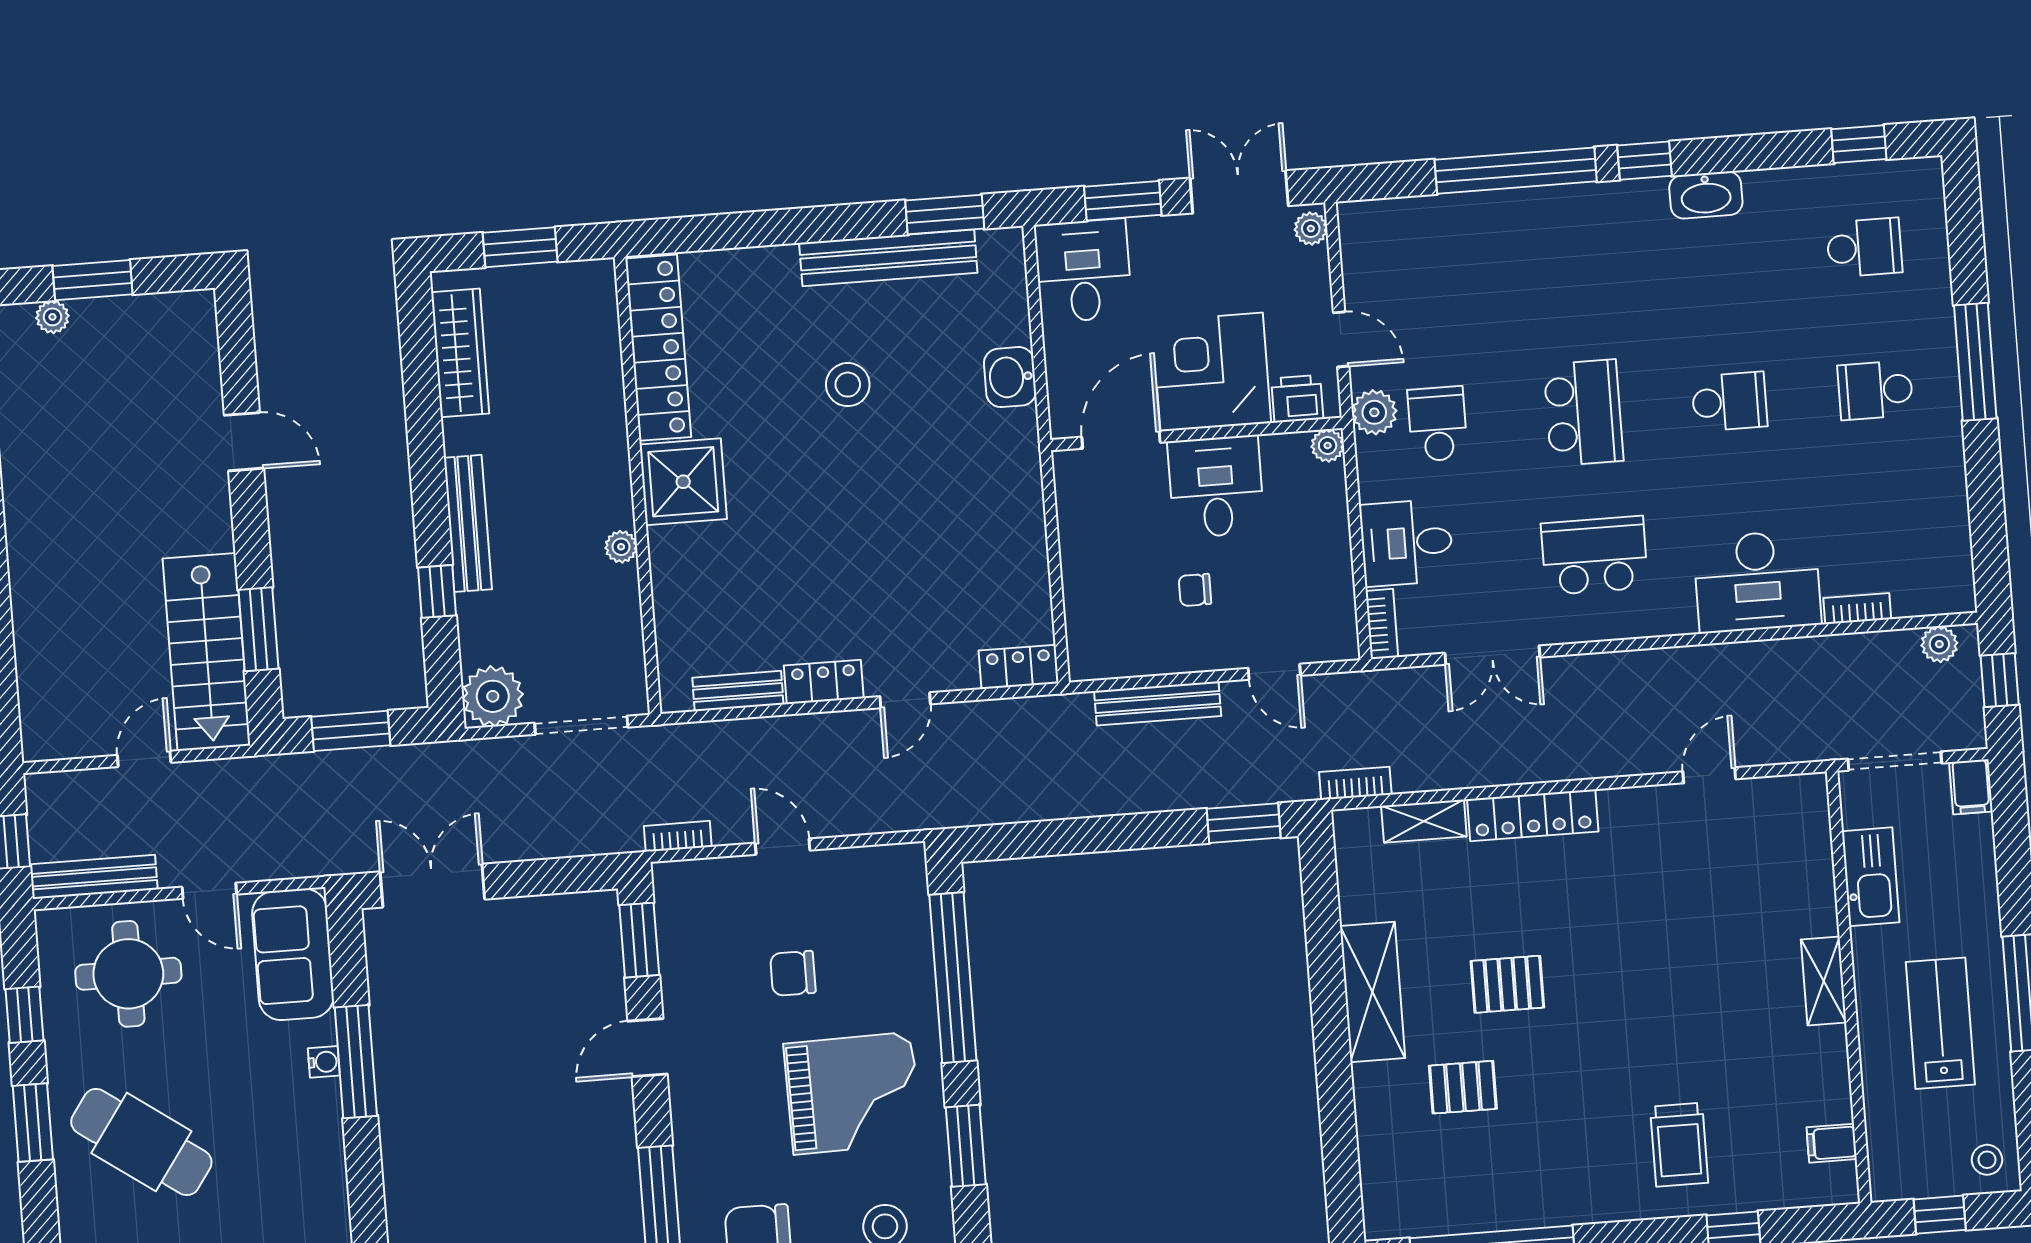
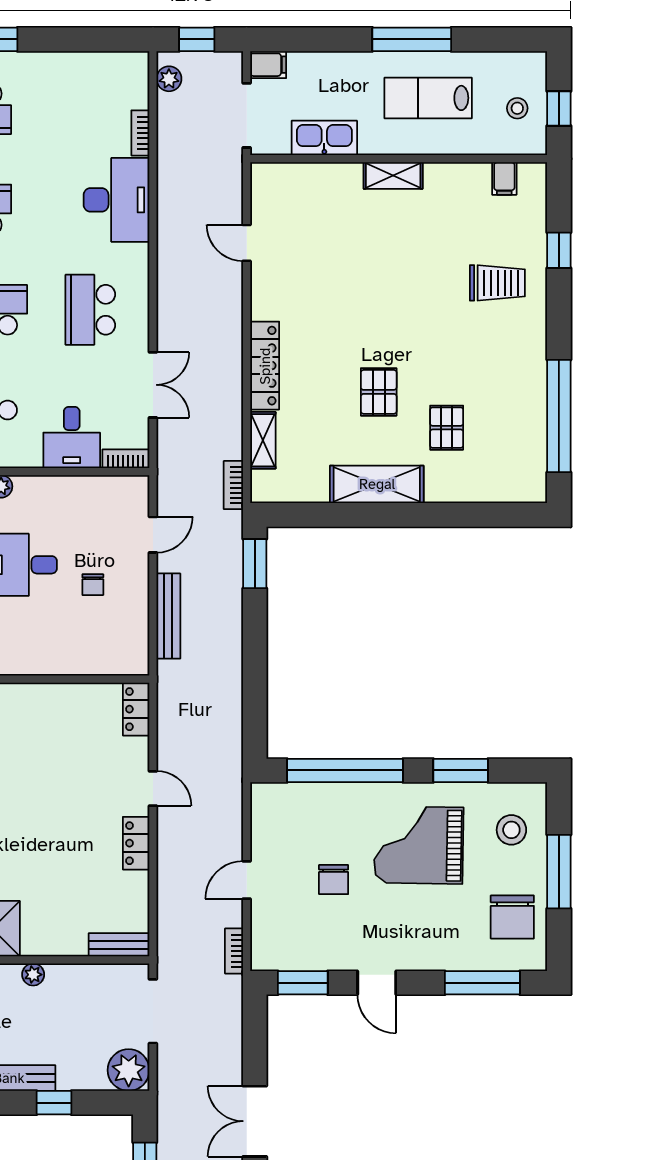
bench: (738, 691) -> (119, 945), moved, turned 90
grand piano: (853, 1093) -> (419, 845), turned -88
stool: (1987, 1160) -> (517, 108), moved

